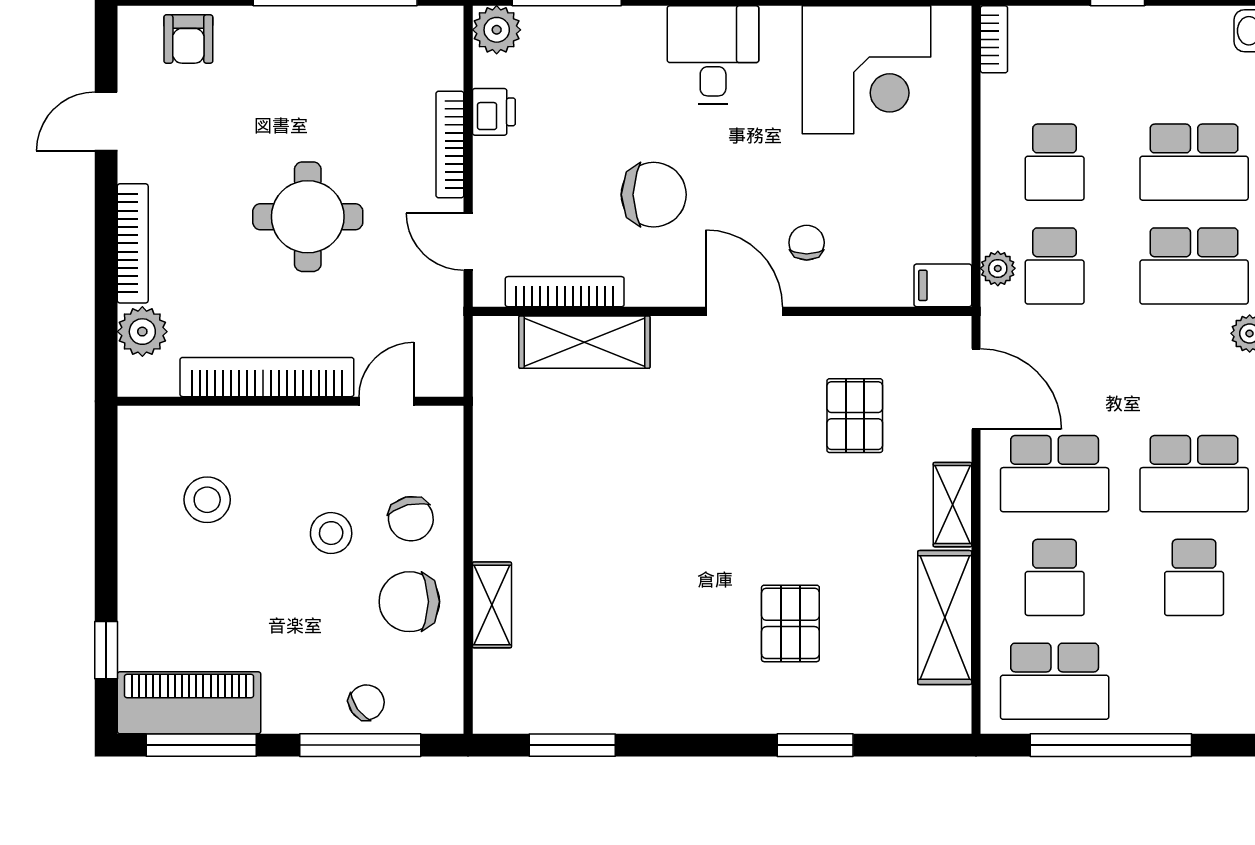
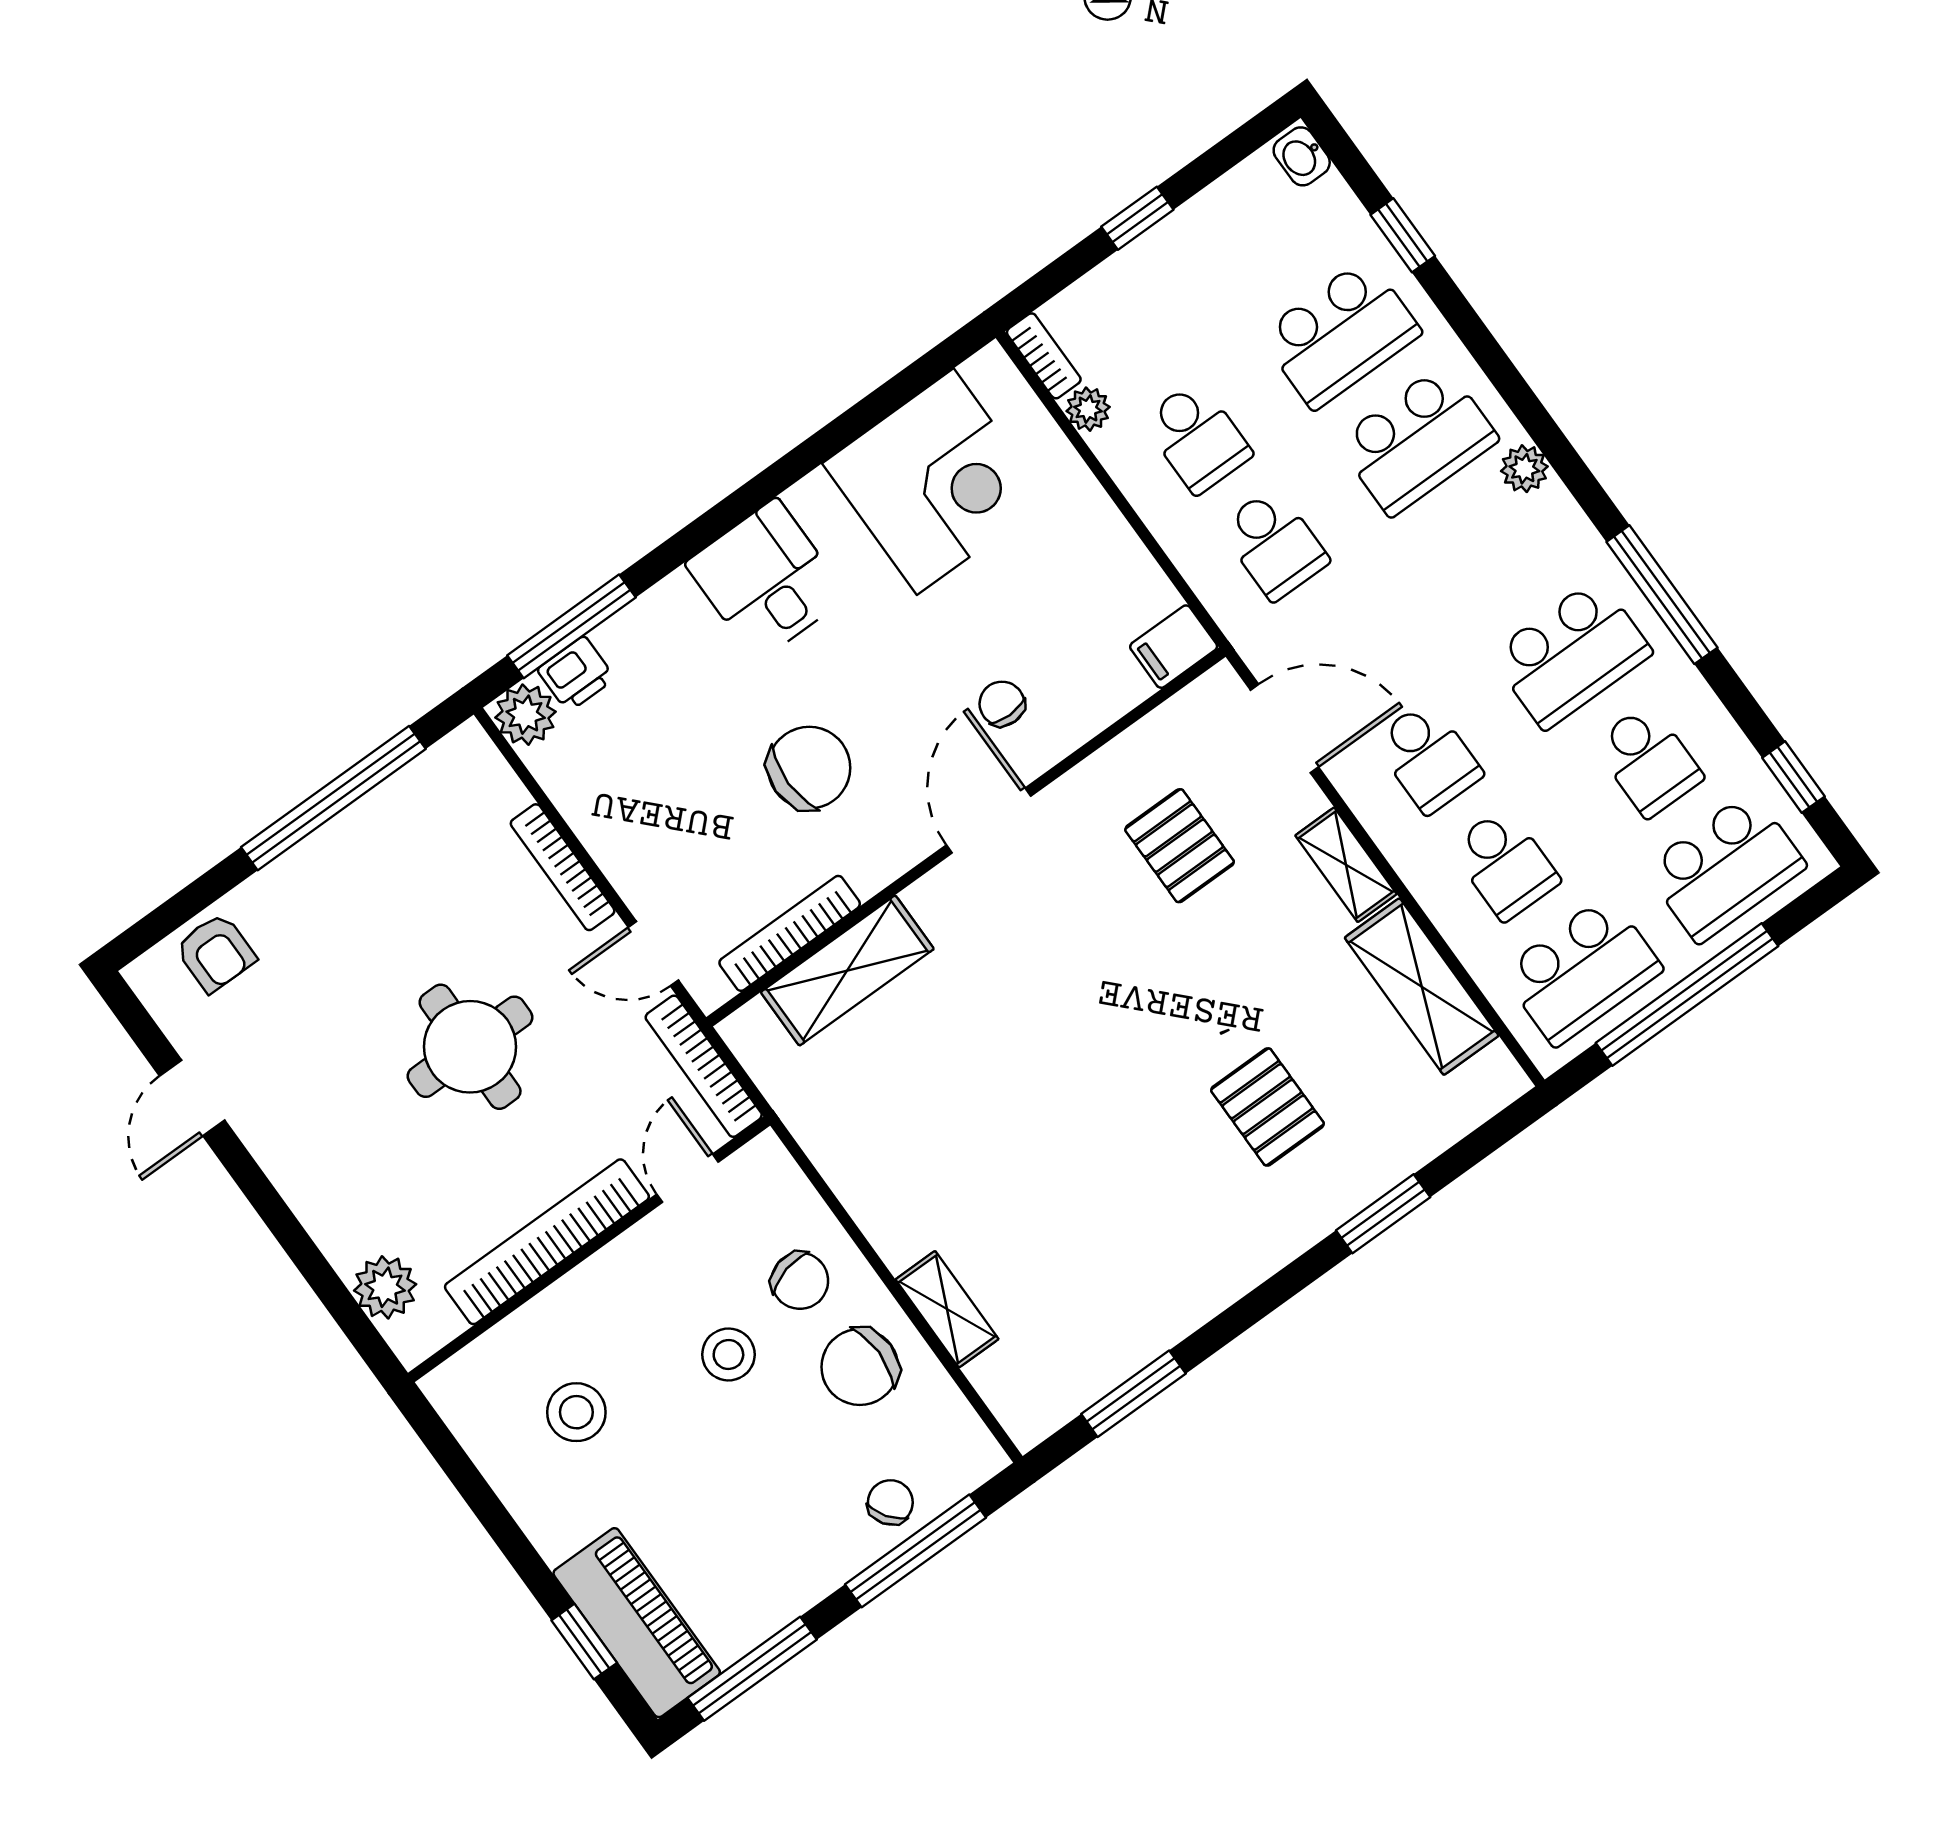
printer: (494, 112) -> (576, 674), moved, turned 90
bookcase: (133, 243) -> (704, 1066), moved, turned 180
plant: (998, 268) -> (1088, 409), moved
door: (744, 311) -> (989, 821), hinge flipped
school desk: (1055, 474) -> (1428, 757), width x0.54
school desk: (1194, 681) -> (1725, 867), added
piano: (189, 703) -> (637, 1623), moved, turned 90

